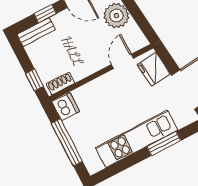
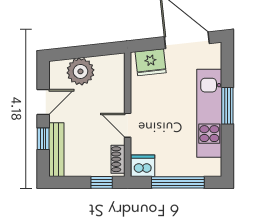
bench: (36, 32) -> (56, 150), width x1.36
door: (122, 61) -> (128, 125), moved
window: (164, 144) -> (227, 106), moved

